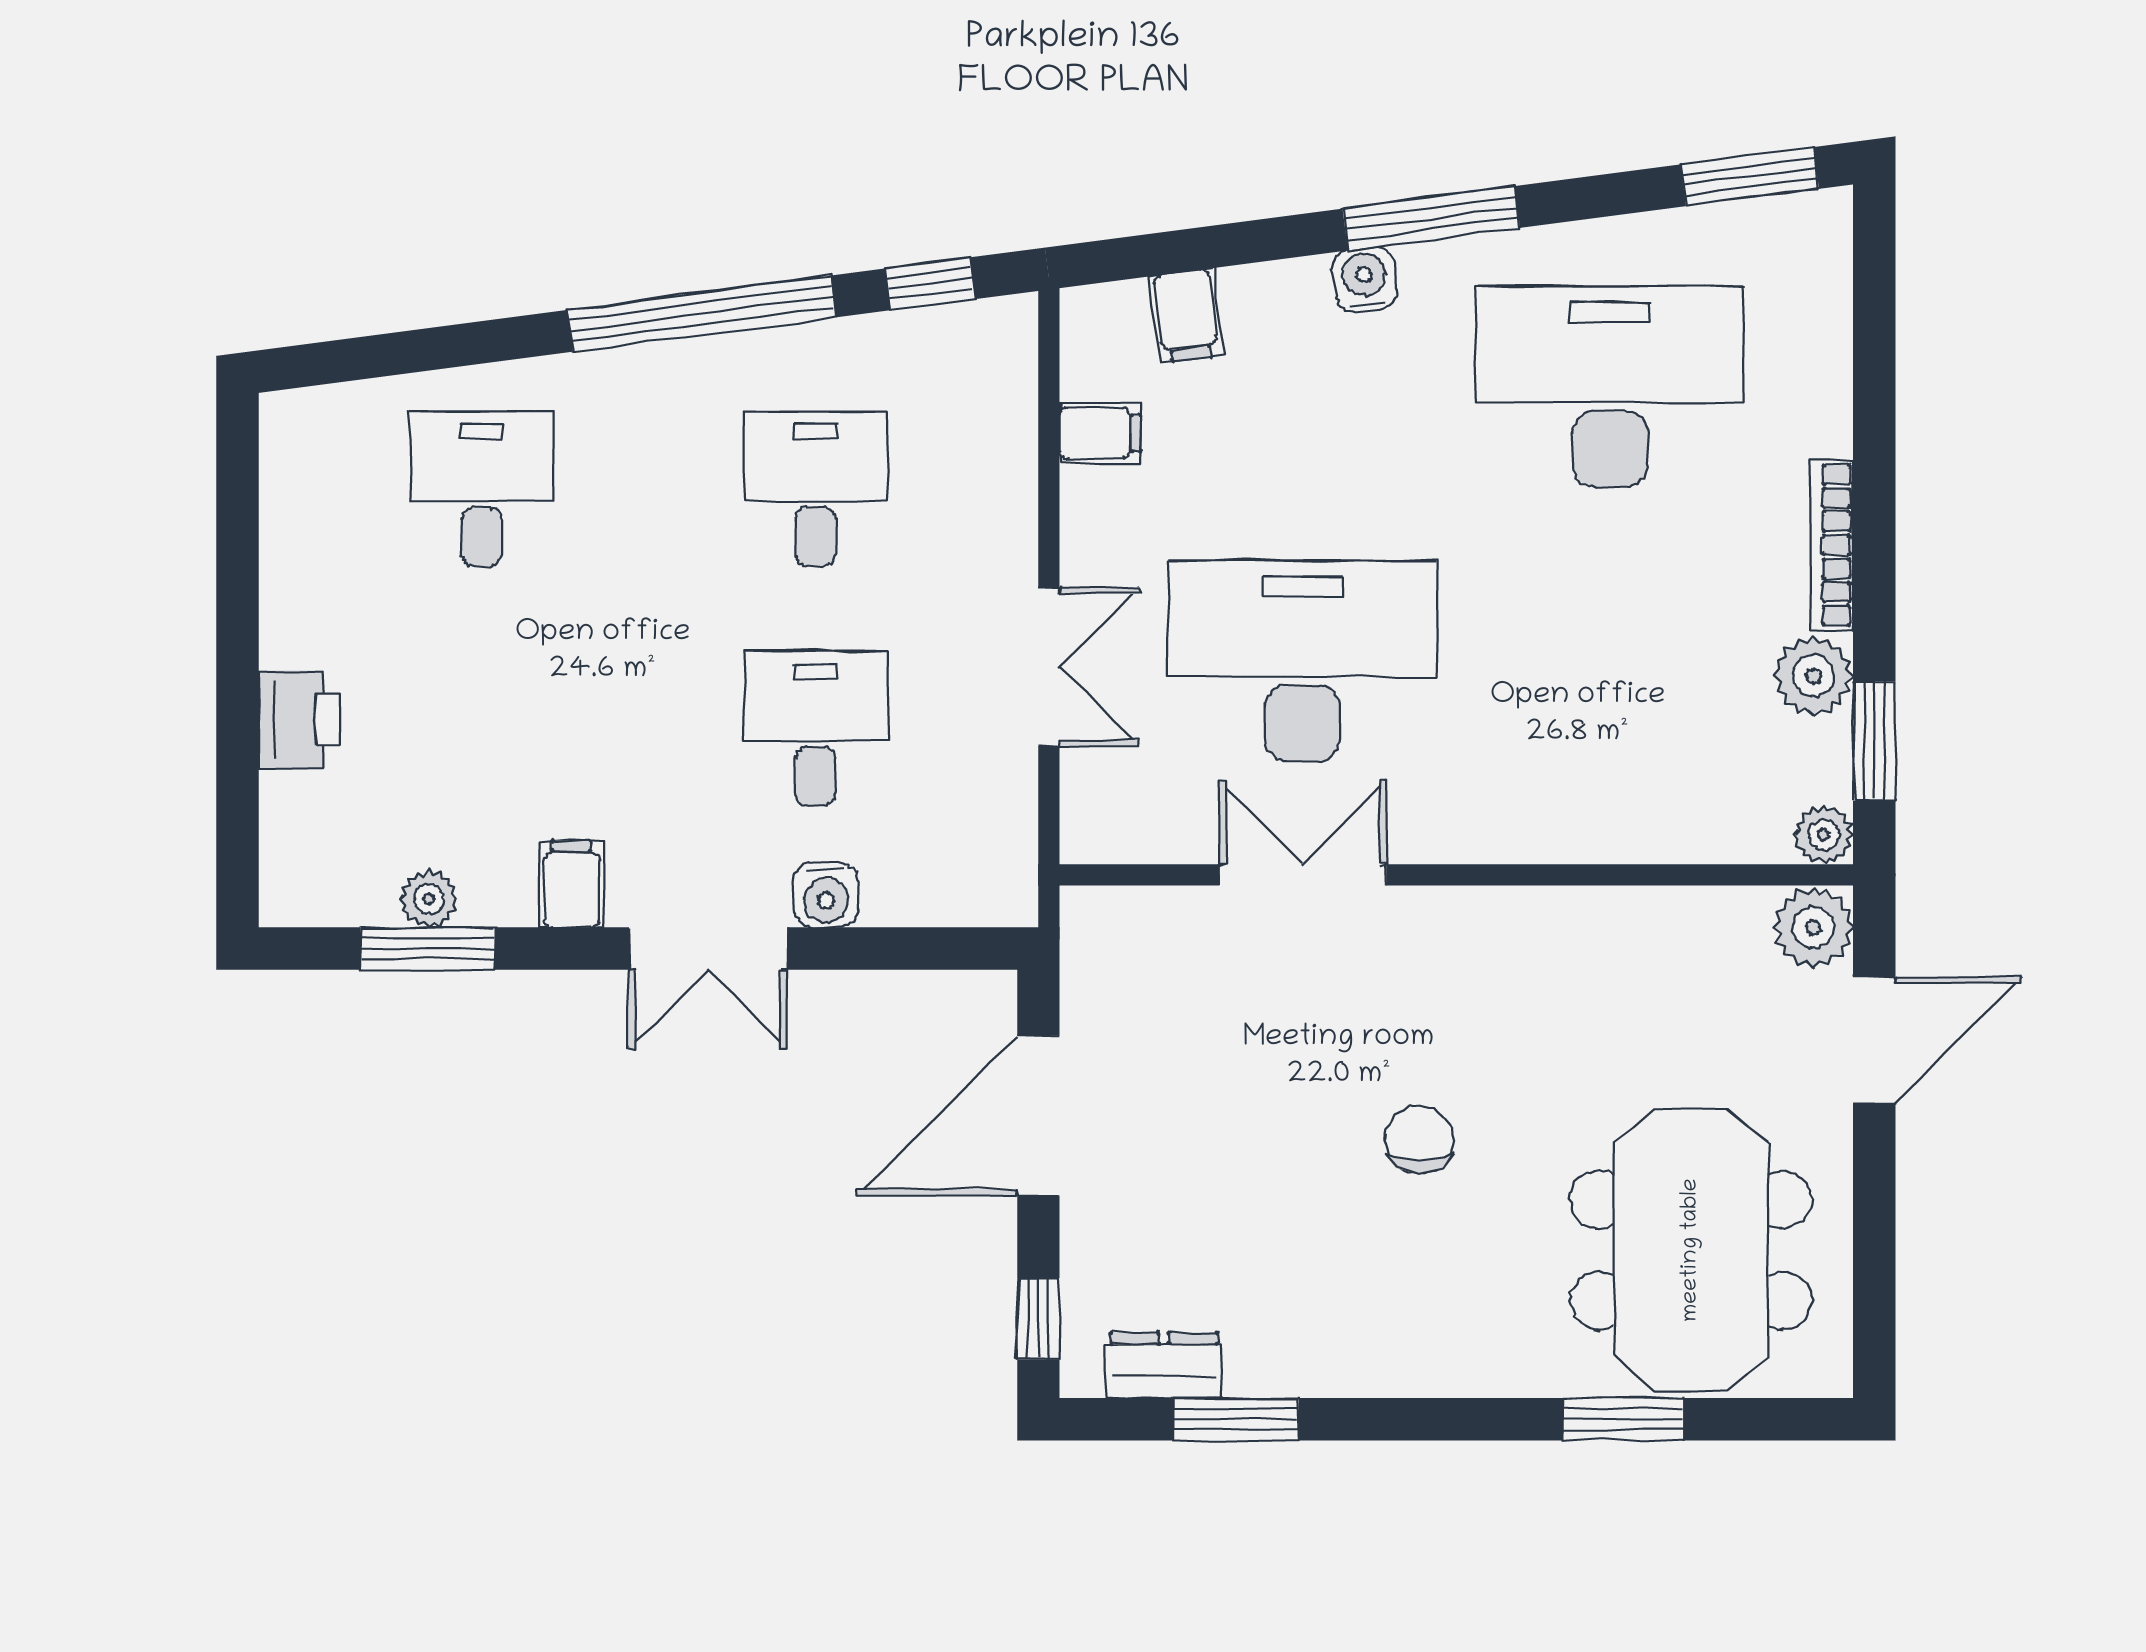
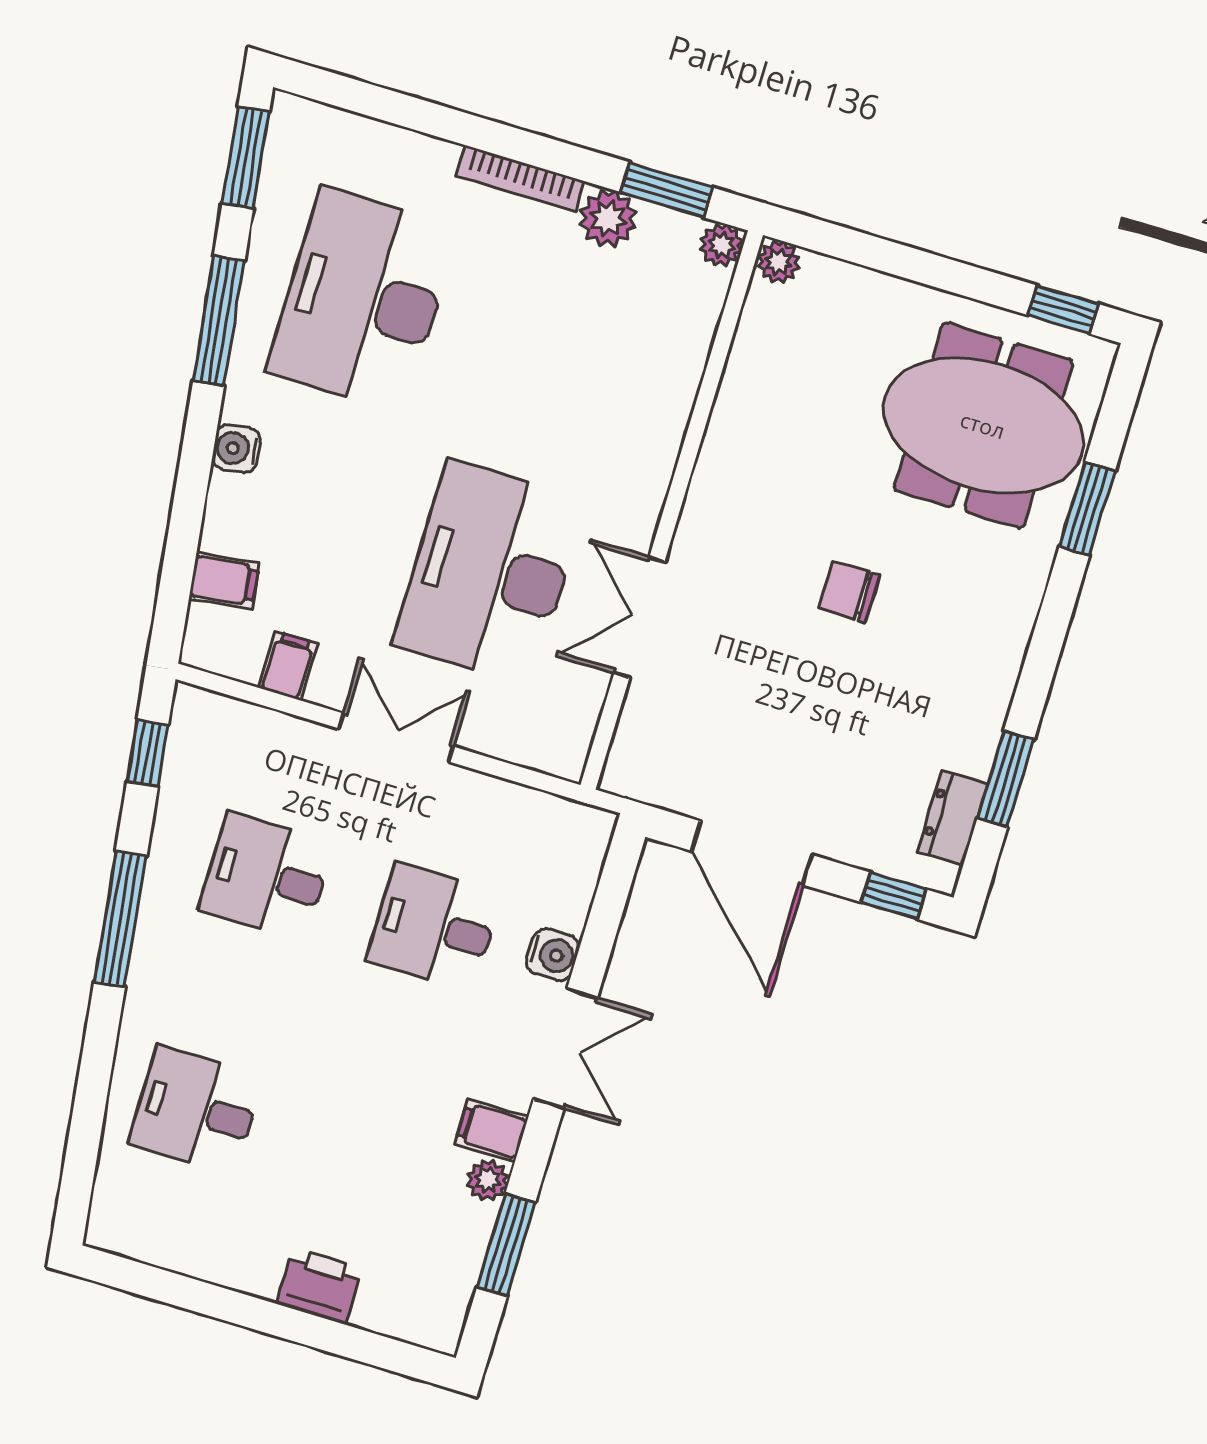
window: (1431, 218) -> (219, 321), moved
window: (702, 314) -> (120, 919), width x0.68
double door: (1049, 667) -> (396, 738), moved
plant: (429, 899) -> (488, 1180), moved
plant: (1813, 928) -> (779, 262), width x0.73, depth x0.73
door: (1874, 1040) -> (875, 253), removed
window: (1874, 1309) -> (1063, 310), added

